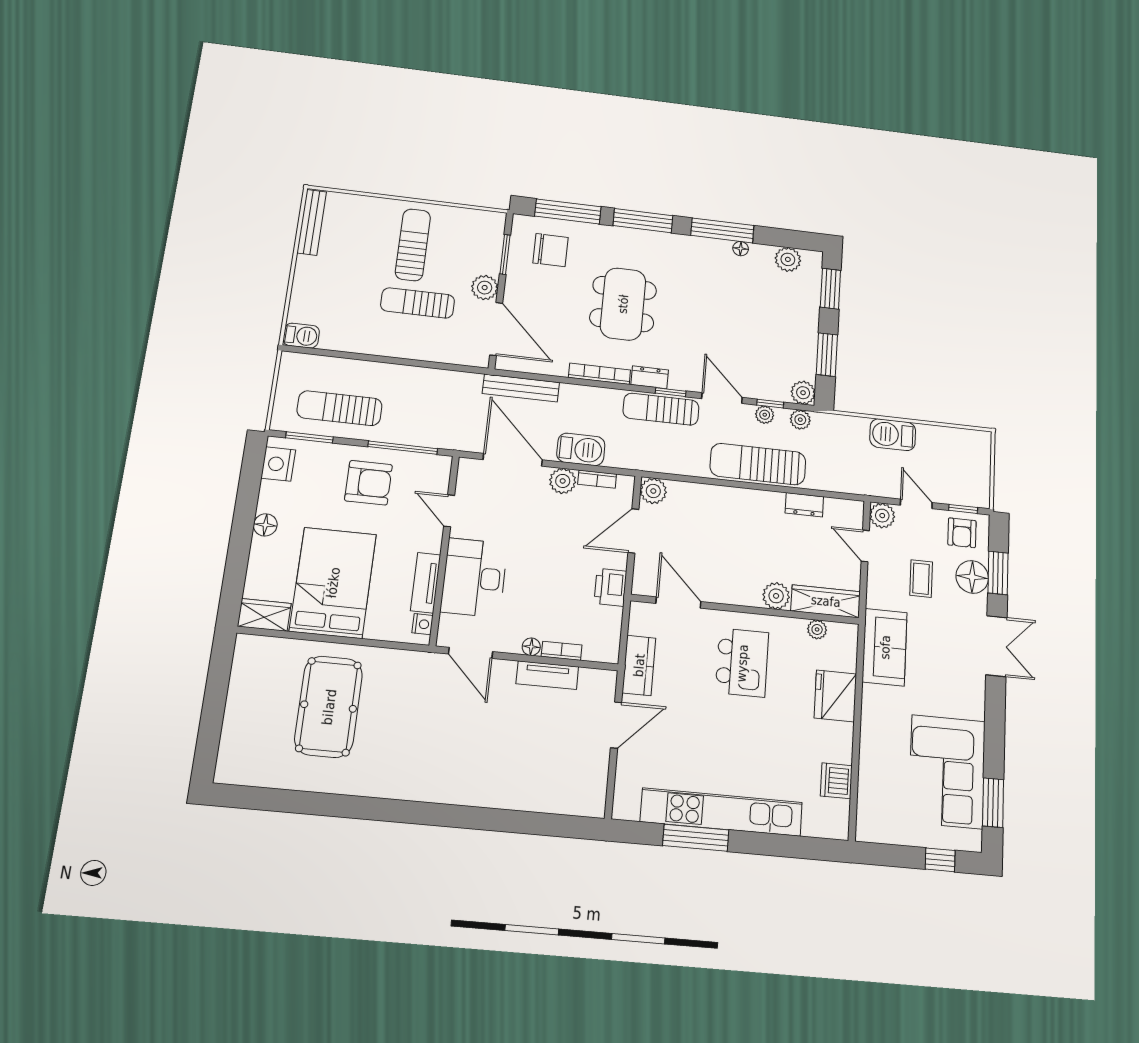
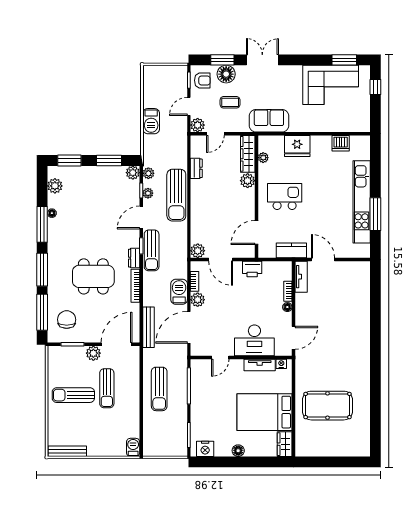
sun lounger: (340, 408) -> (159, 389), moved
armchair: (368, 483) -> (210, 401), removed
tv unit: (547, 675) -> (301, 277), moved

